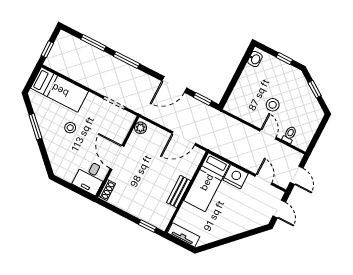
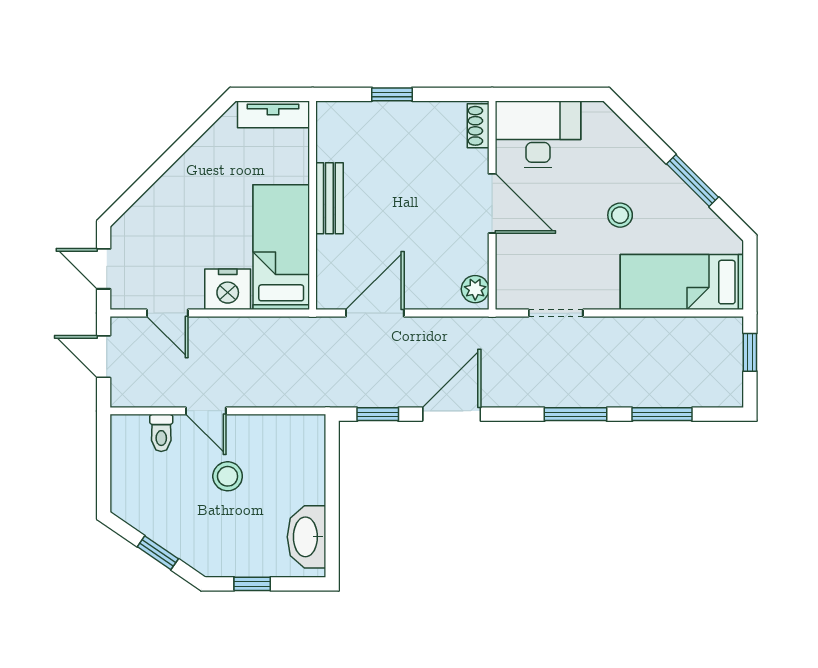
washbasin: (255, 59) -> (307, 537), width x1.91, depth x1.45
desk: (90, 177) -> (538, 134), width x1.37
window: (147, 226) -> (392, 94), moved

